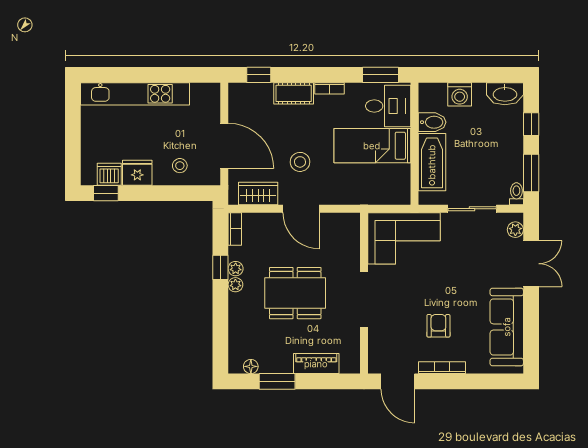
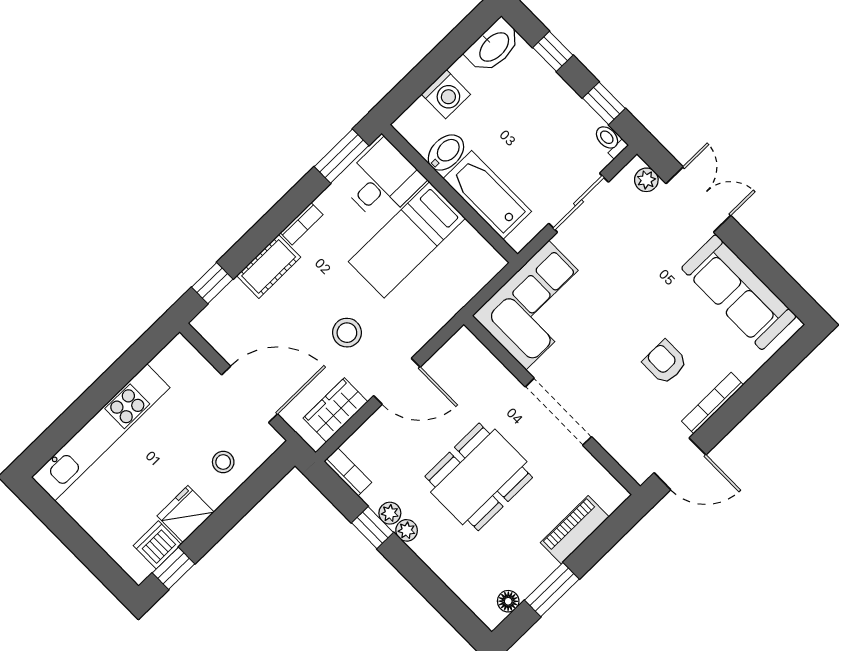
window: (531, 173) -> (604, 103), width x0.67

